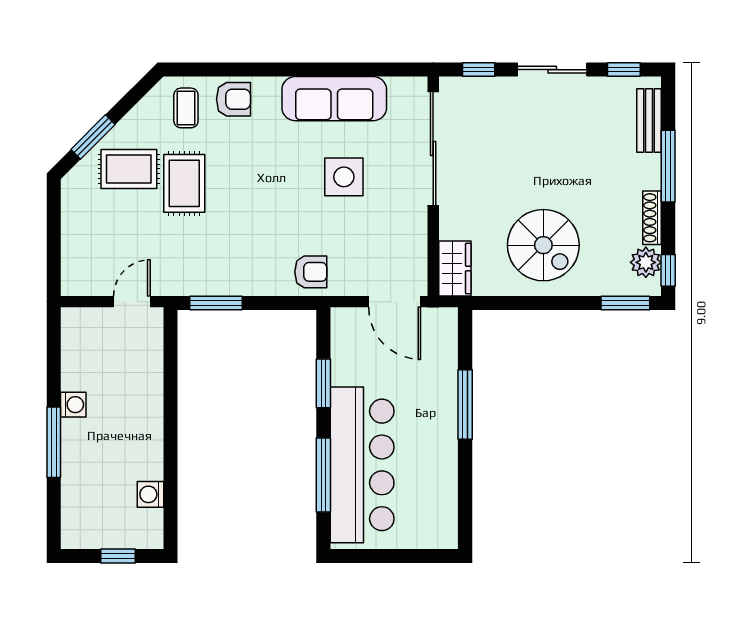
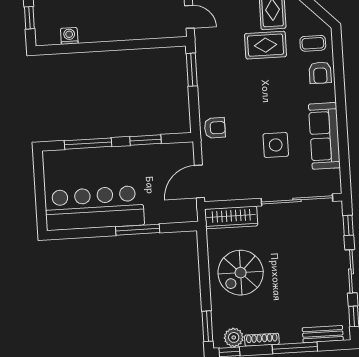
wardrobe: (455, 268) -> (231, 217), width x1.50
armchair: (311, 272) -> (215, 128), turned -90
bar counter: (362, 465) -> (94, 208), moved, turned 180

